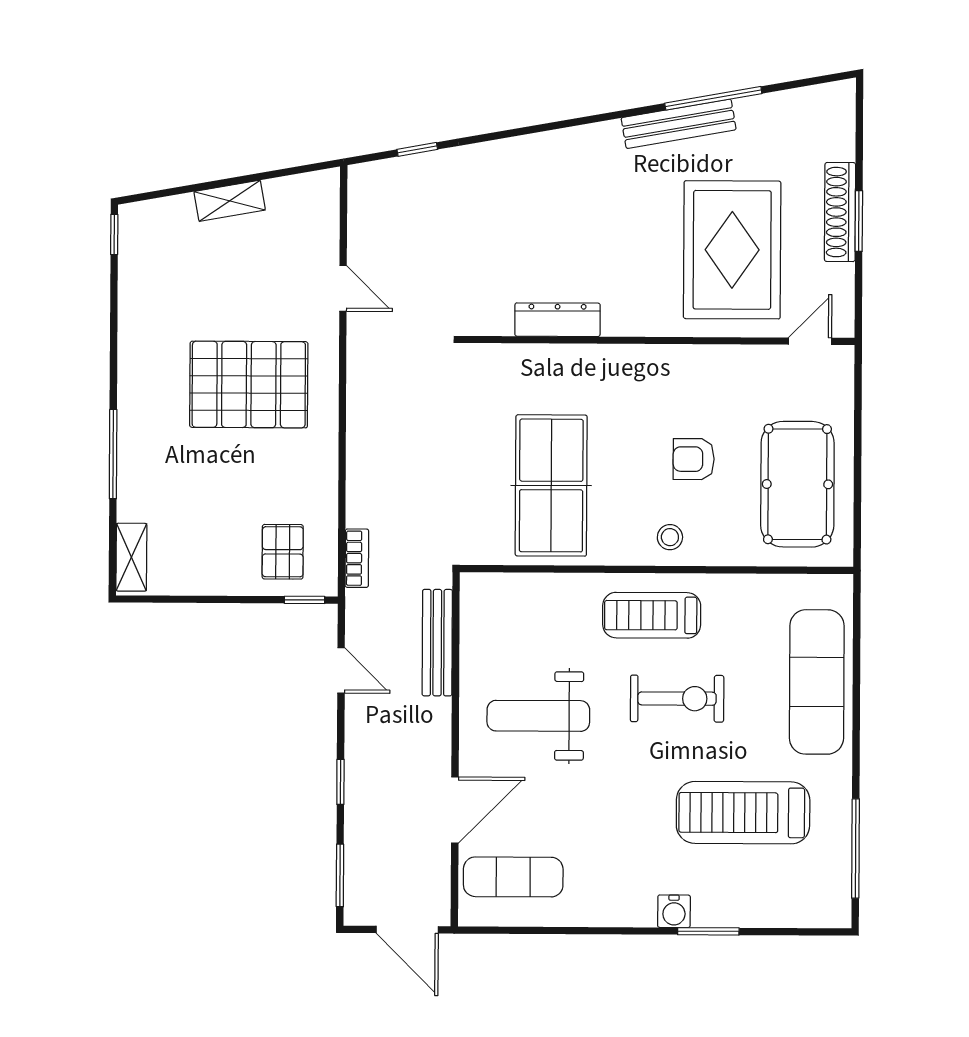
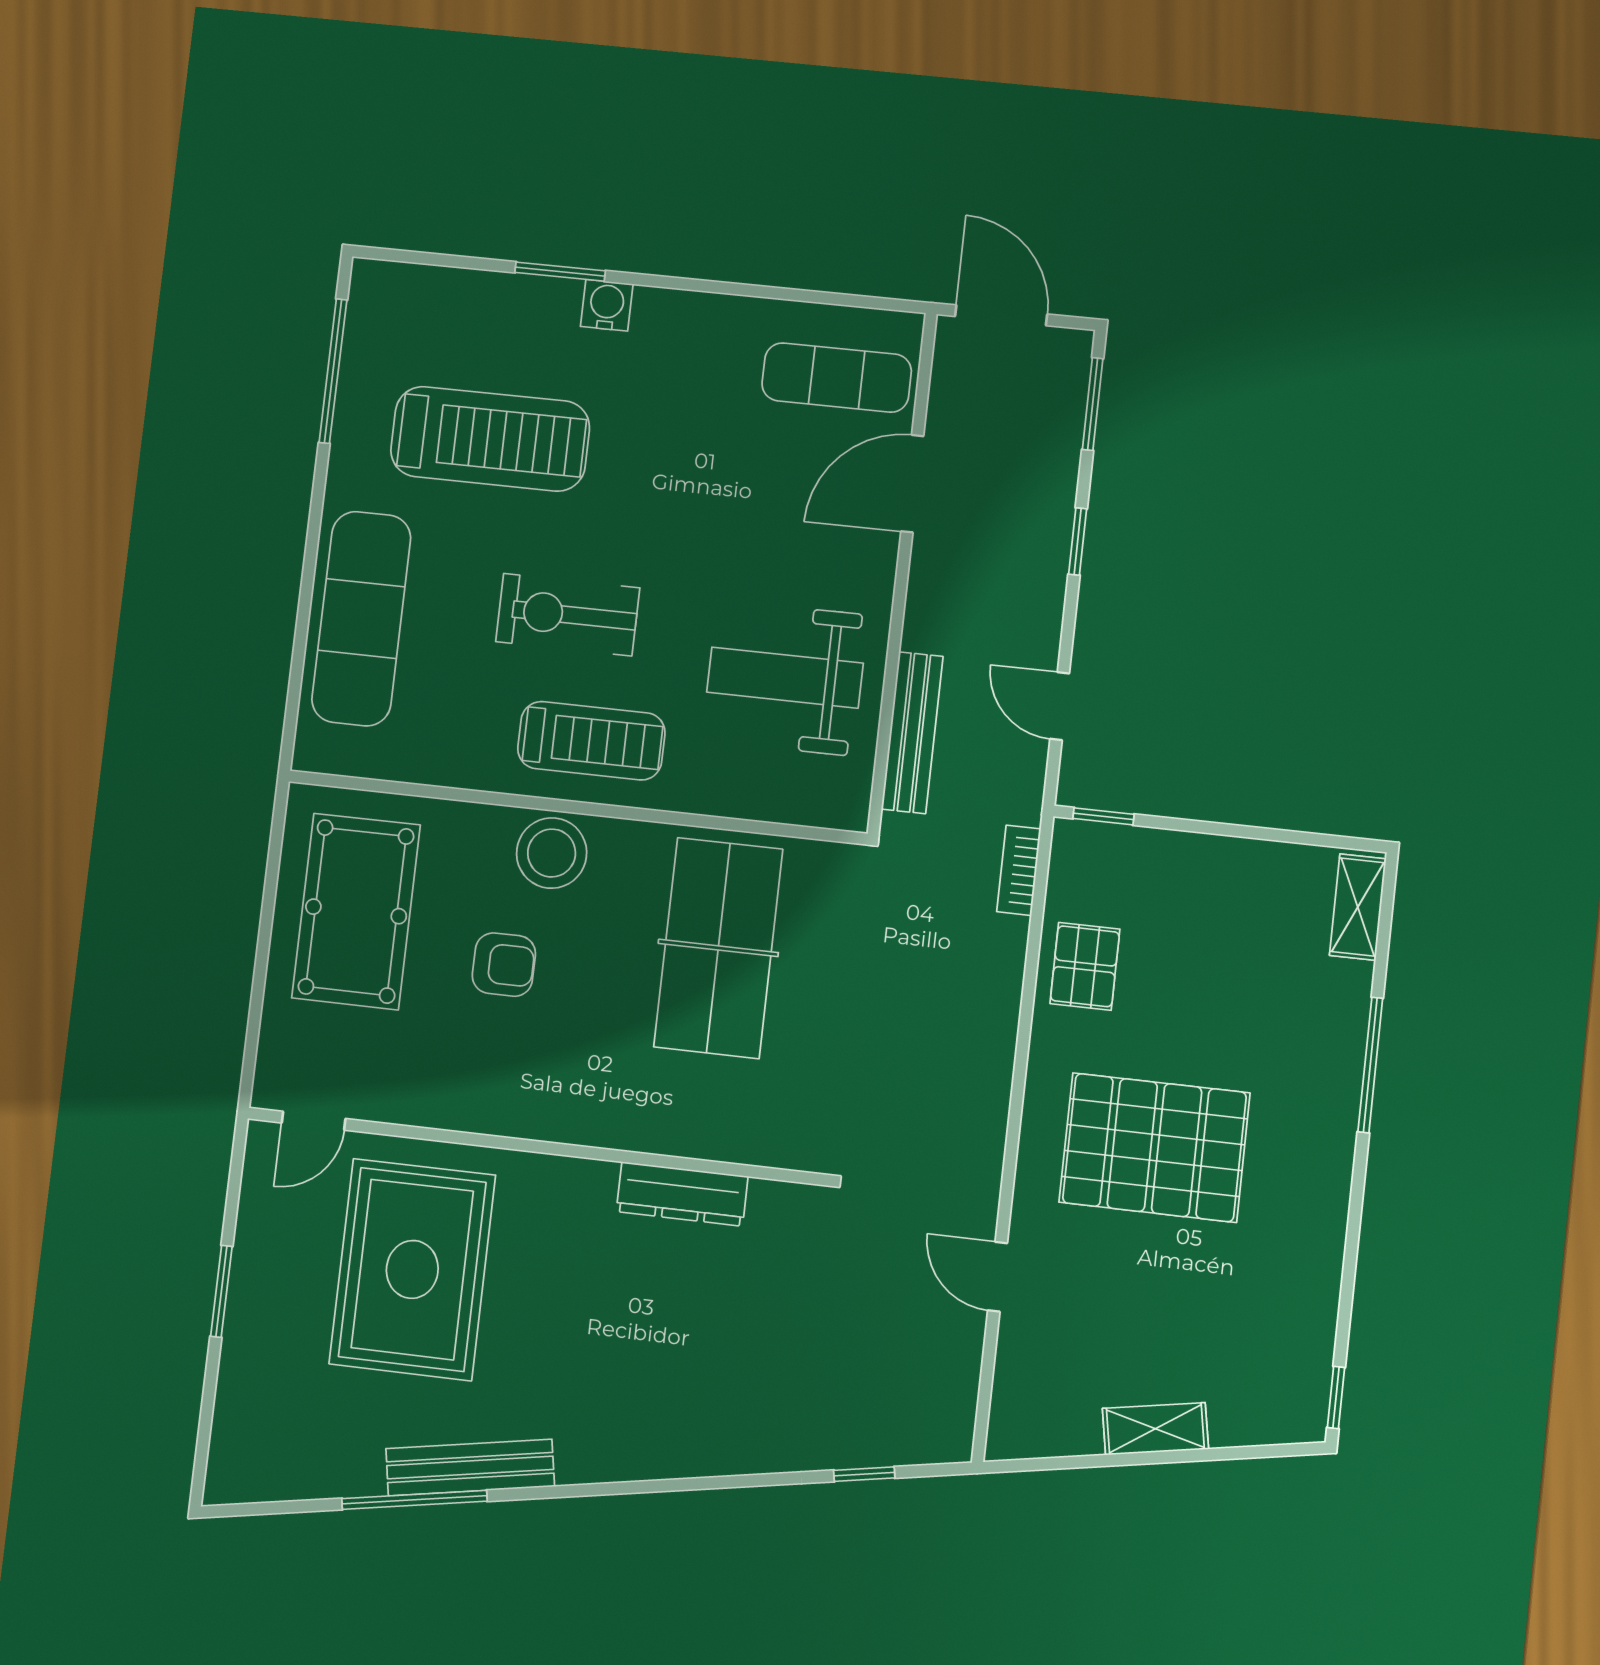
shoe rack: (840, 212) -> (247, 1308), removed
stool: (670, 537) -> (552, 853), width x1.89, depth x1.89
pallet: (283, 552) -> (1085, 966), moved
weight bench: (538, 716) -> (785, 678), moved, turned 180

